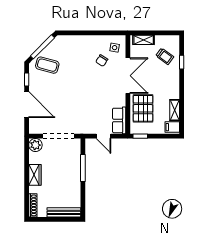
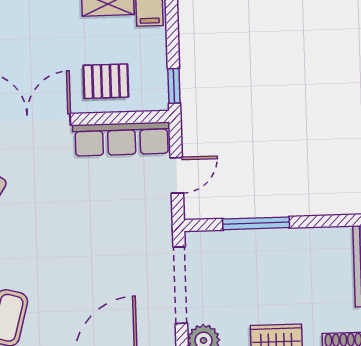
pallet: (143, 108) -> (106, 81), width x0.67, depth x0.71
row of seats: (119, 120) -> (122, 139), width x1.48

